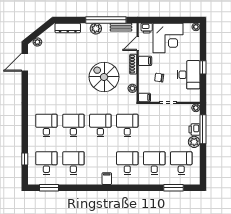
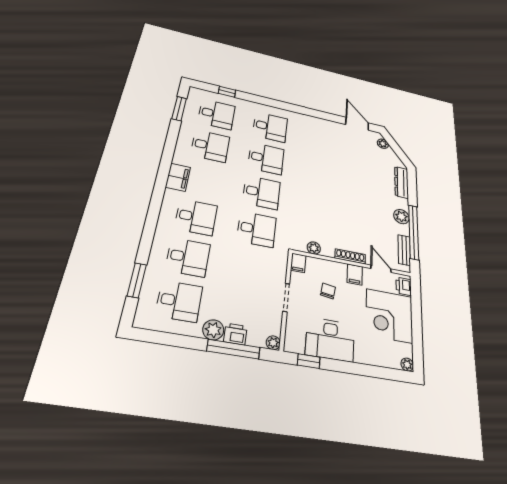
window: (203, 67) -> (309, 361), moved
spiral stairs: (104, 77) -> (333, 213), removed
filing cabinet: (107, 179) -> (178, 177), width x2.00

